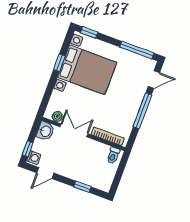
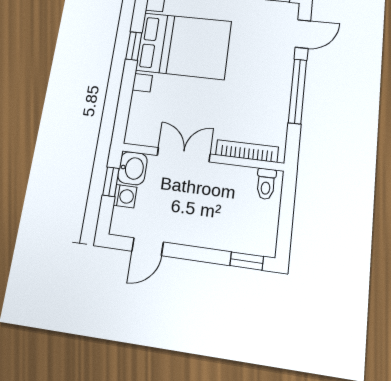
plant: (57, 116) -> (149, 137), removed
window: (28, 149) -> (111, 182), moved
washing machine: (34, 158) -> (125, 196), moved
window: (83, 187) -> (247, 261), moved

